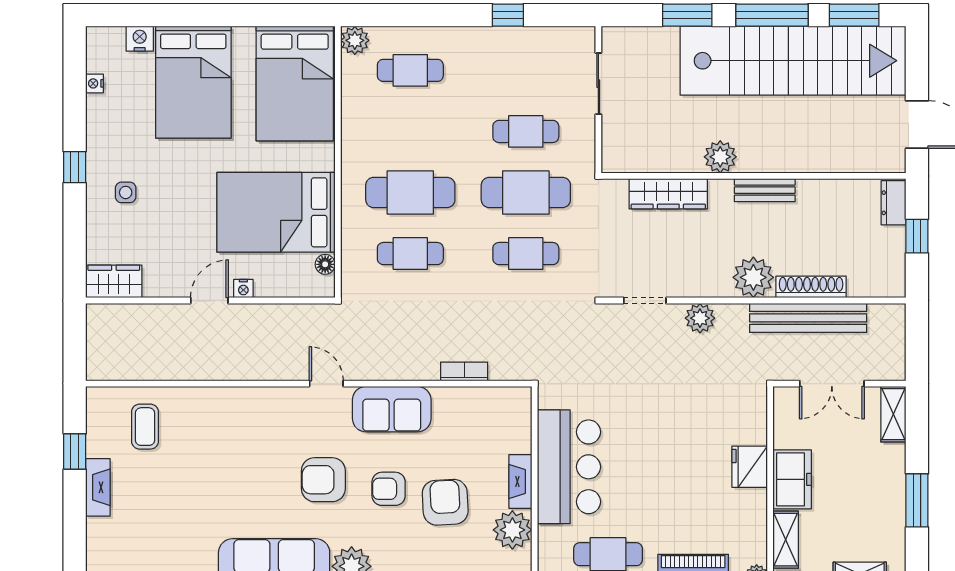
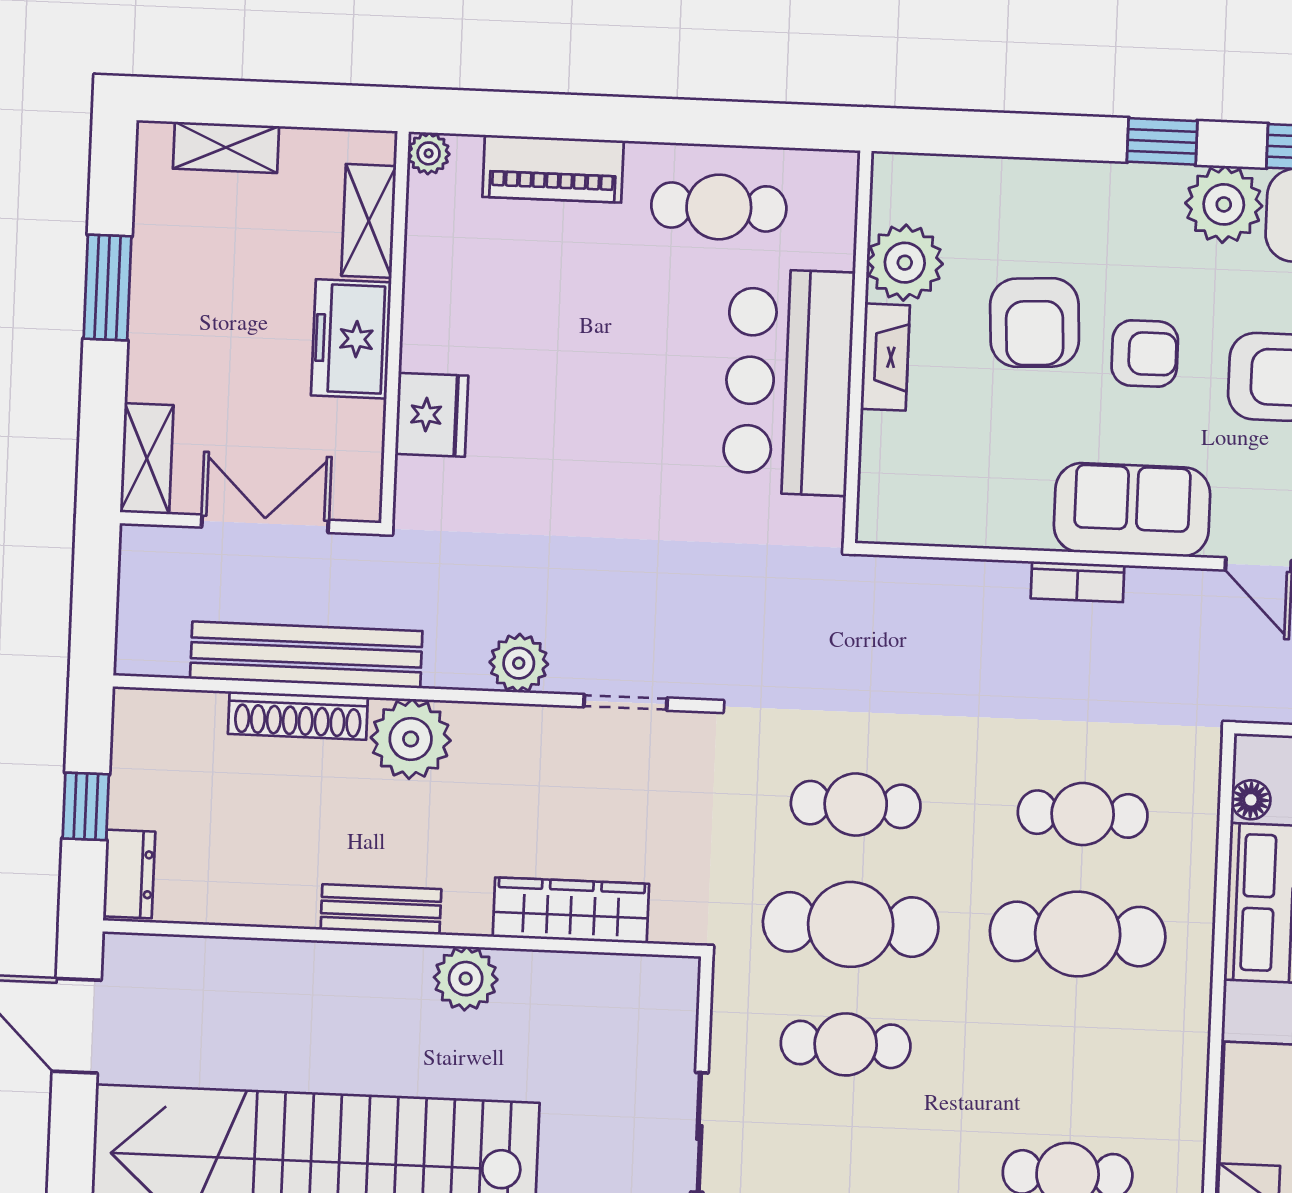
bookcase: (464, 371) -> (1078, 582), moved
fridge: (750, 467) -> (432, 415), moved

